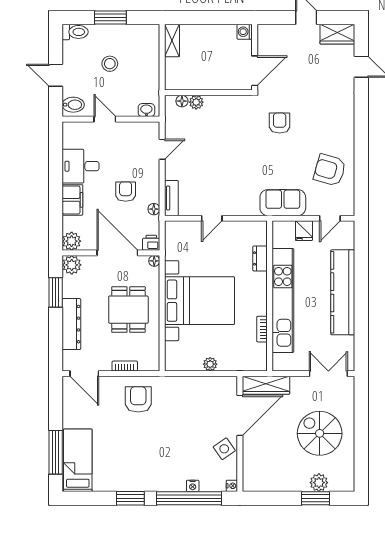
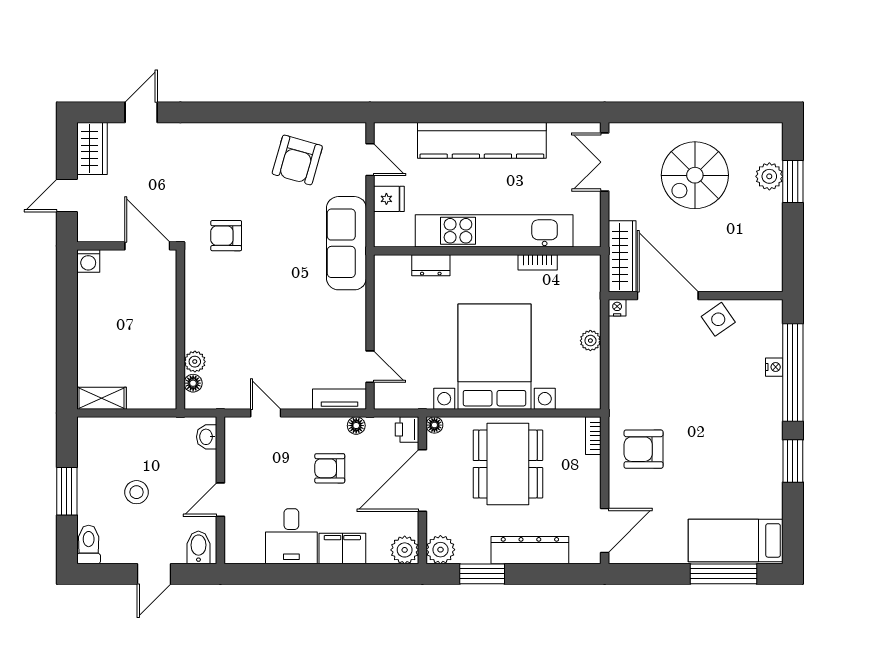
washing machine: (245, 32) -> (88, 261), moved
wall: (255, 57) -> (127, 246), moved
door: (255, 71) -> (147, 246), moved
sofa: (283, 203) -> (346, 243), width x1.36
door: (212, 218) -> (370, 367), moved
dining table: (128, 310) -> (508, 464), width x1.38
bookcase: (125, 366) -> (593, 436), moved
nightstand: (232, 486) -> (617, 308), moved

